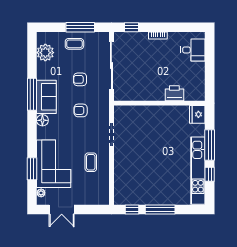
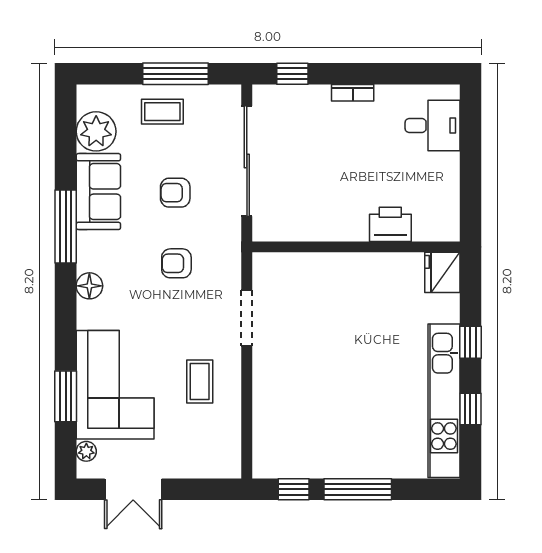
sofa: (46, 97) -> (98, 192), moved
window: (210, 145) -> (470, 342), width x0.46

